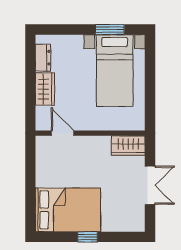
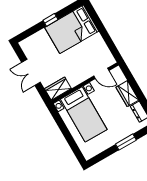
window: (110, 30) -> (126, 142), moved
bed with nightstands: (115, 71) -> (84, 114), moved, turned 180

